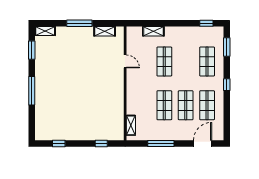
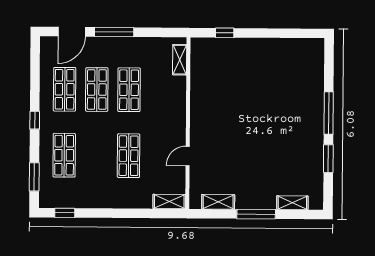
shelving: (45, 31) -> (292, 203), moved
shelving: (153, 31) -> (169, 202), moved
window: (32, 50) -> (328, 159), moved
door: (125, 61) -> (188, 156), hinge flipped
window: (59, 143) -> (288, 33), removed
window: (161, 143) -> (114, 32), moved

